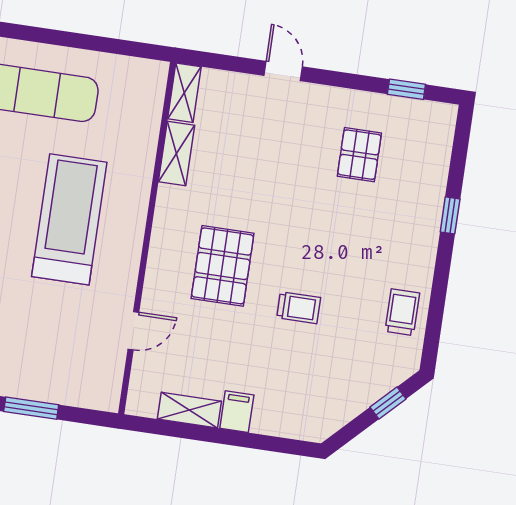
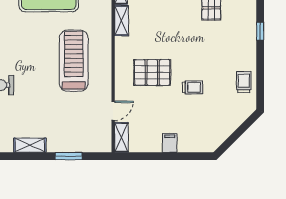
pallet: (223, 266) -> (152, 72), turned 90
window: (388, 403) -> (243, 128), removed
shelving: (189, 410) -> (121, 137), moved, turned 90

